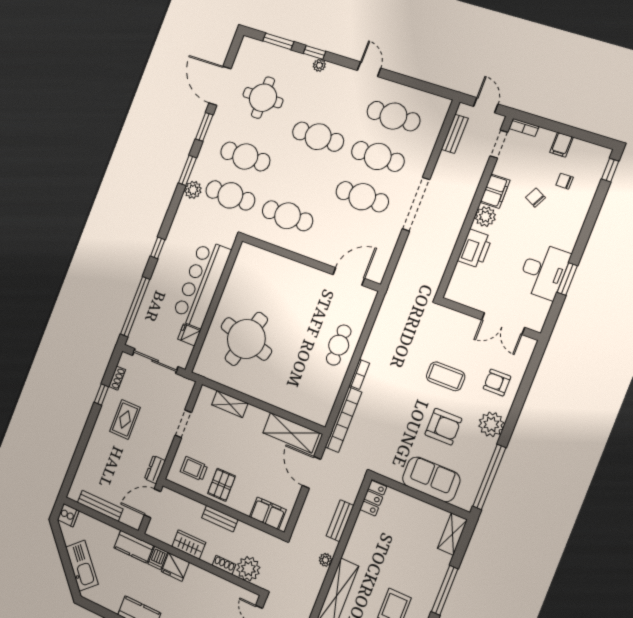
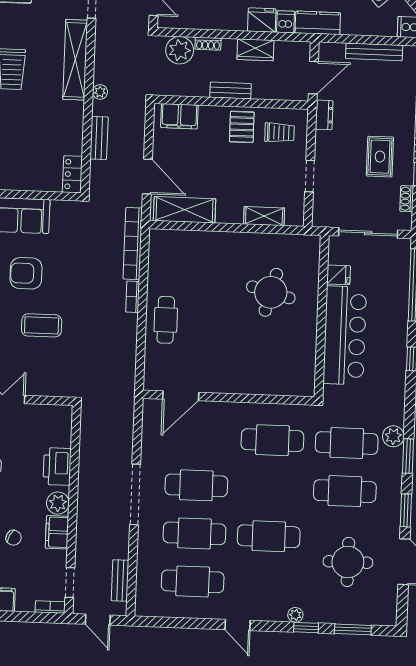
round table: (246, 339) -> (271, 292), width x0.73, depth x0.73

